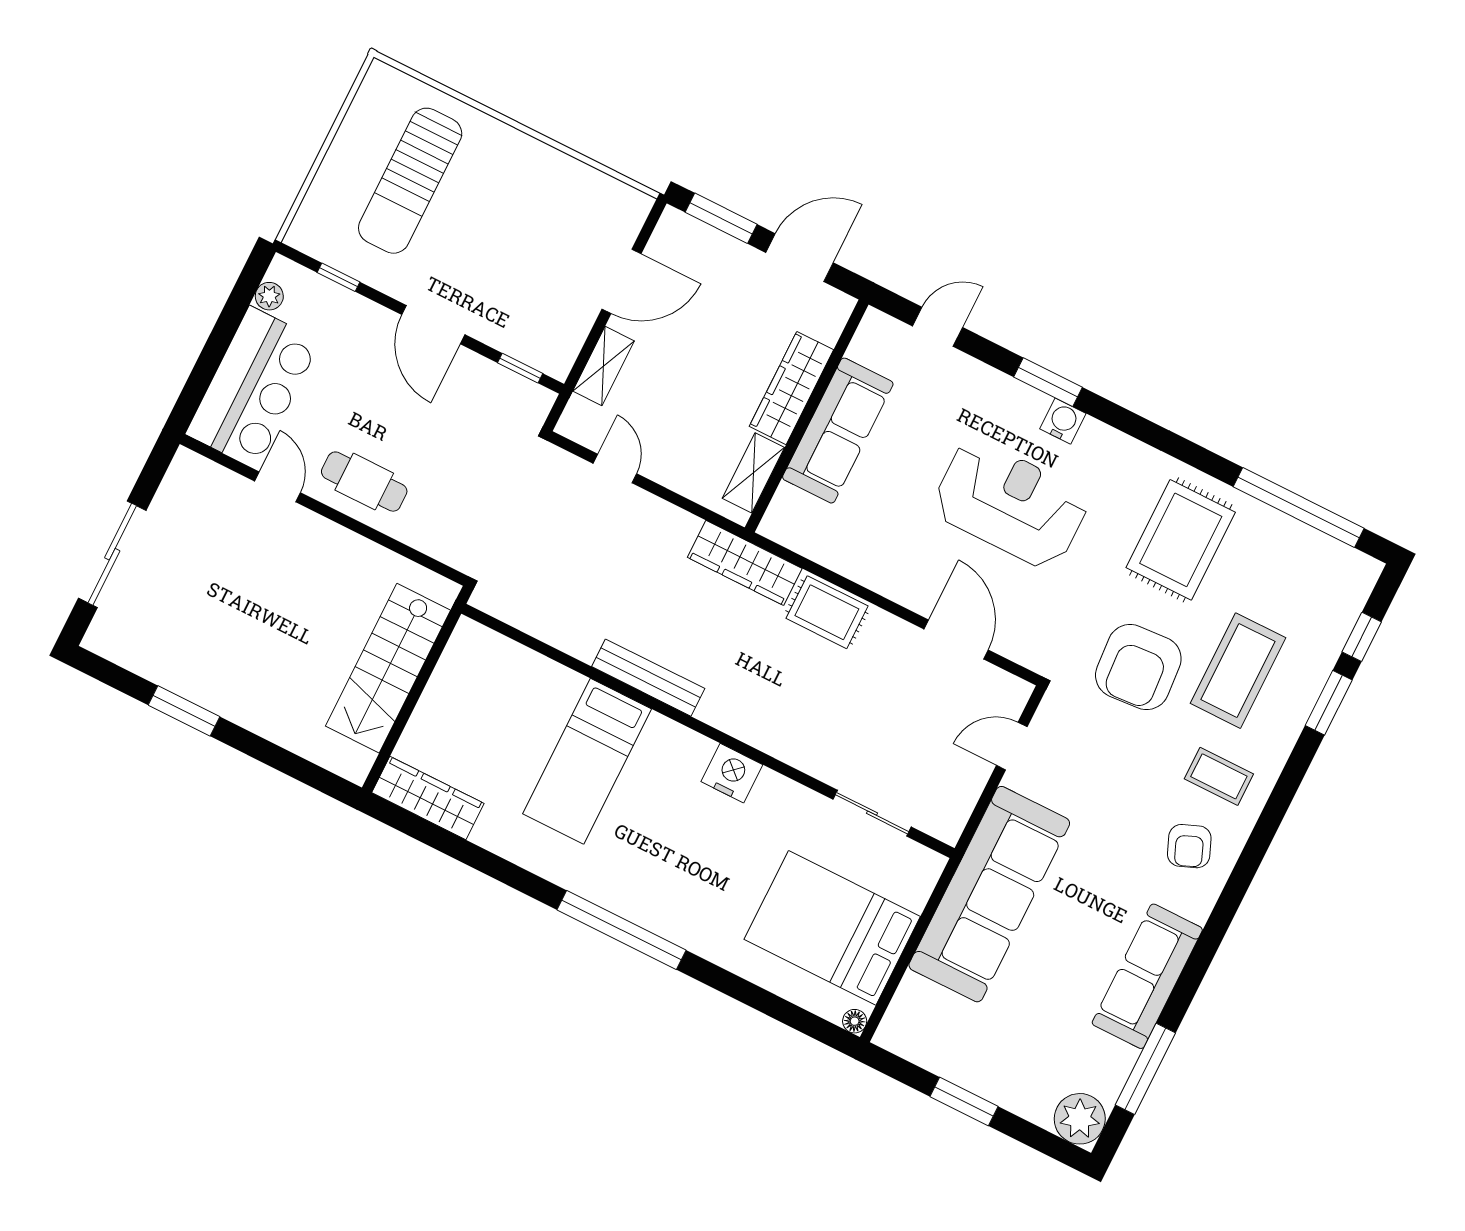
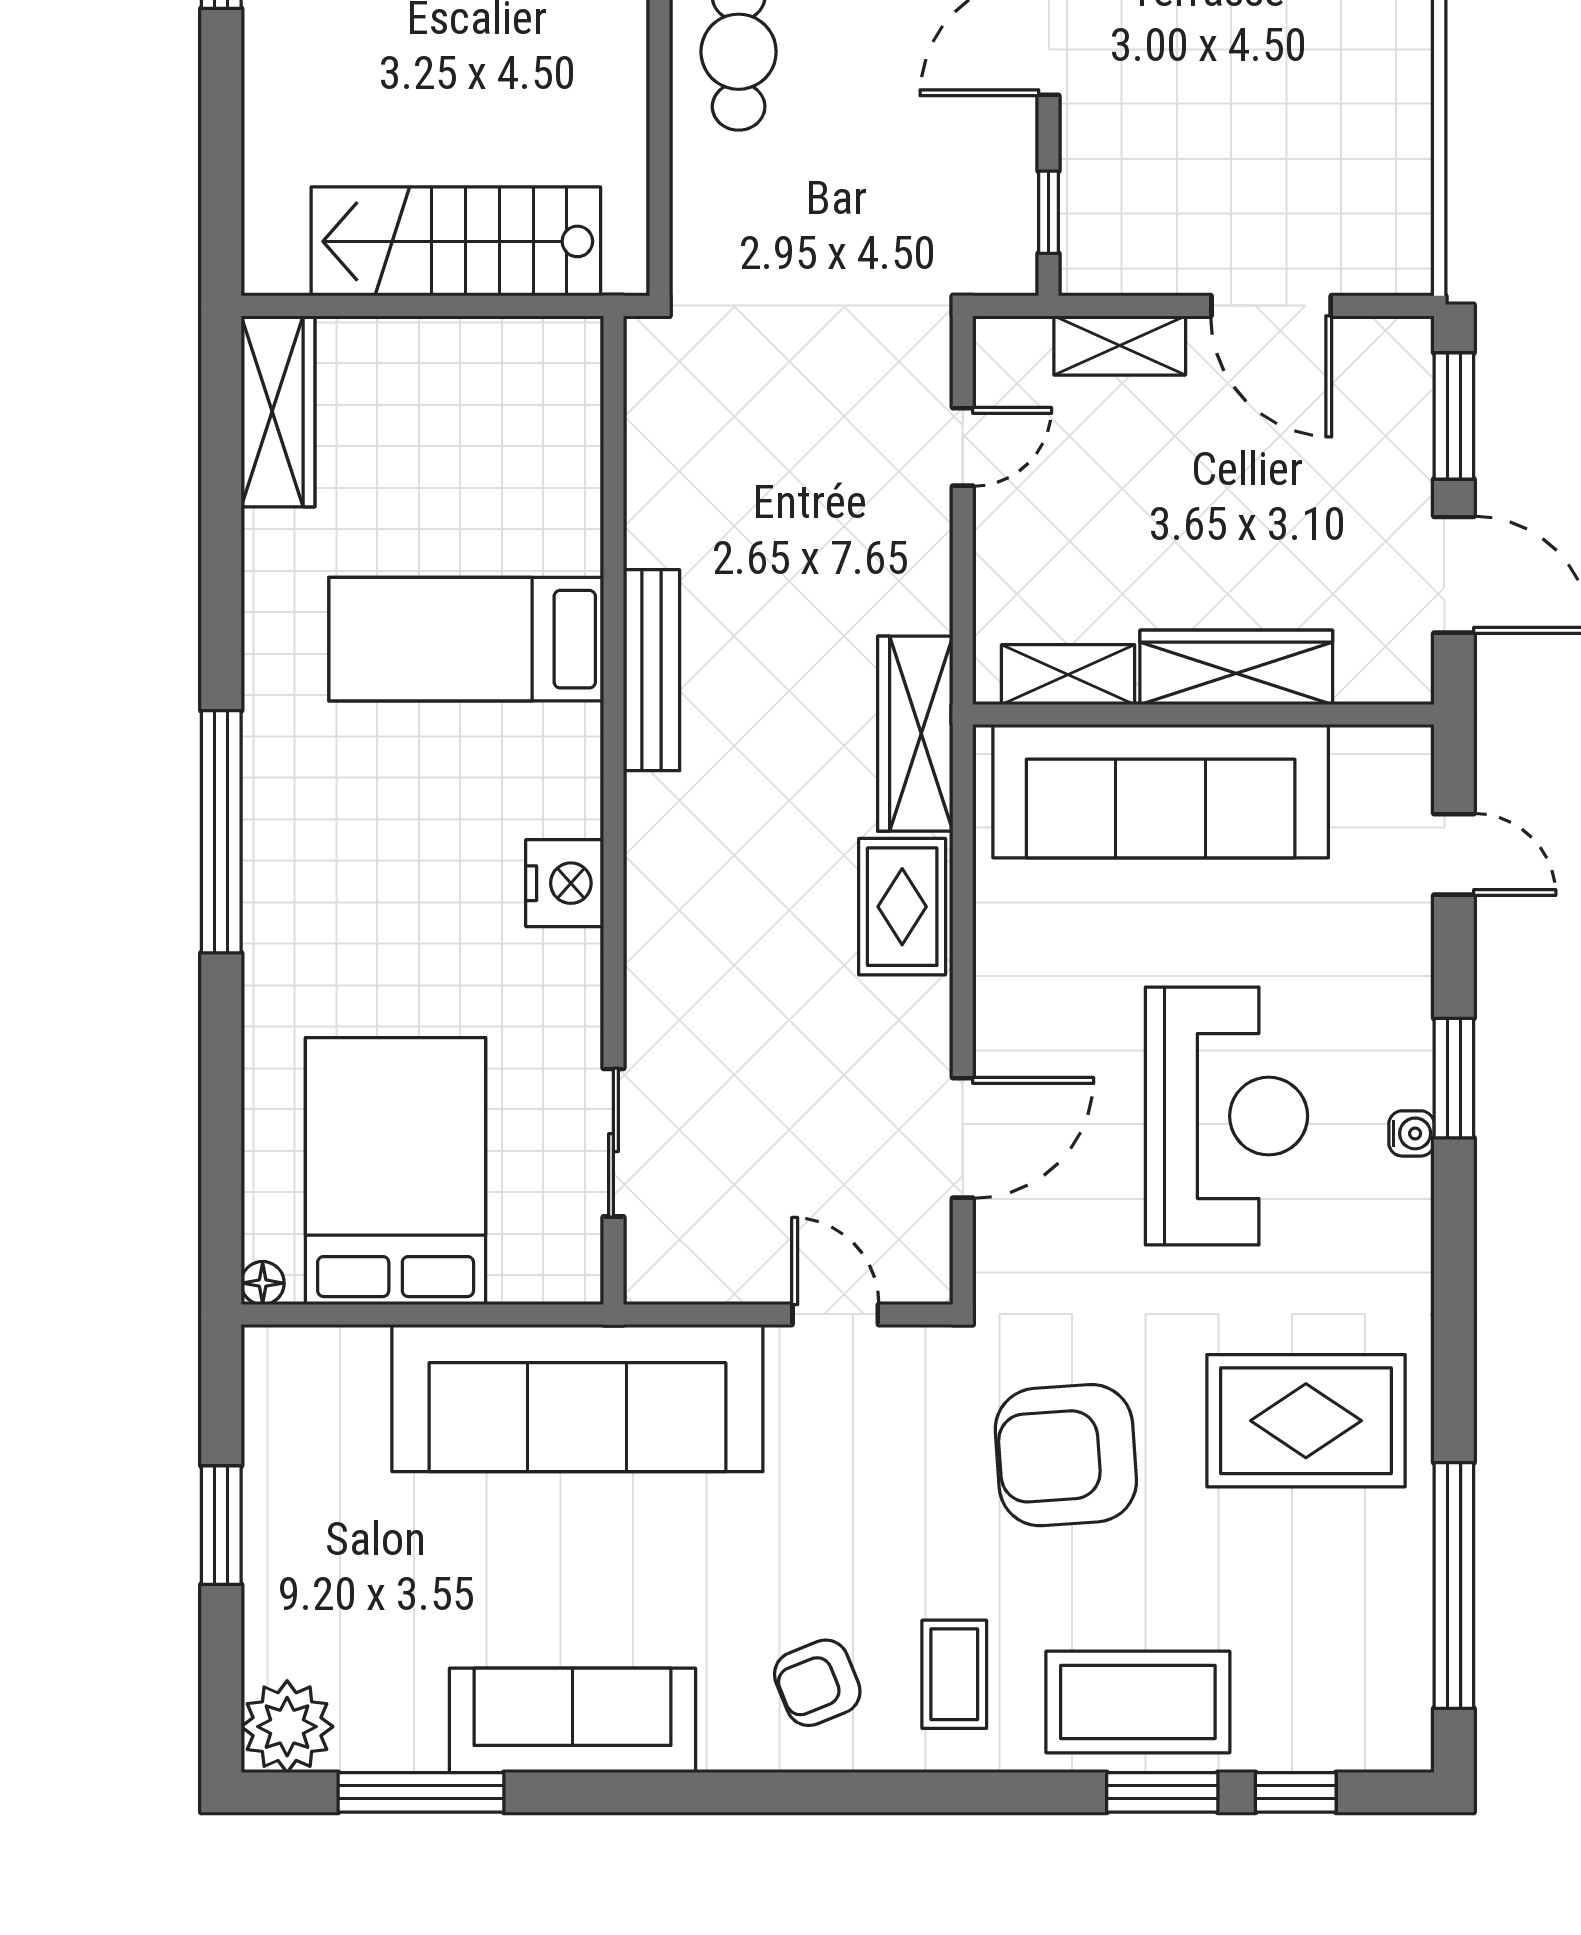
water cooler: (1063, 421) -> (1411, 1133), width x0.72, depth x0.72
sofa: (838, 431) -> (1161, 791), width x1.36, depth x1.27
coffee table: (1238, 671) -> (1138, 1702), moved

